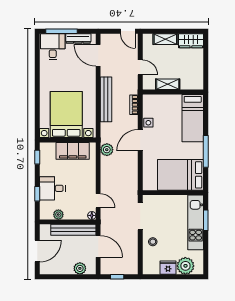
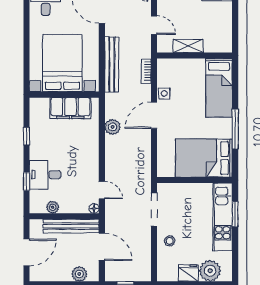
bed with nightstands: (66, 115) -> (62, 63), moved
wall: (68, 140) -> (64, 95), moved
filing cabinet: (73, 151) -> (70, 108), moved

